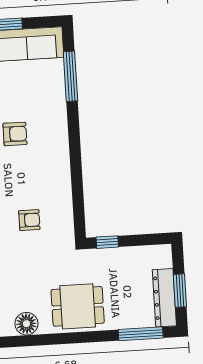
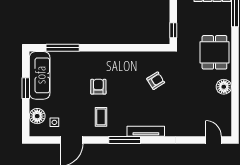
armchair: (29, 220) -> (156, 81), turned 58

